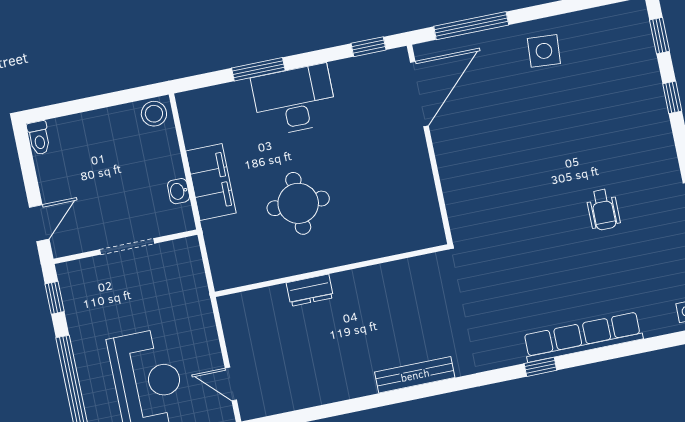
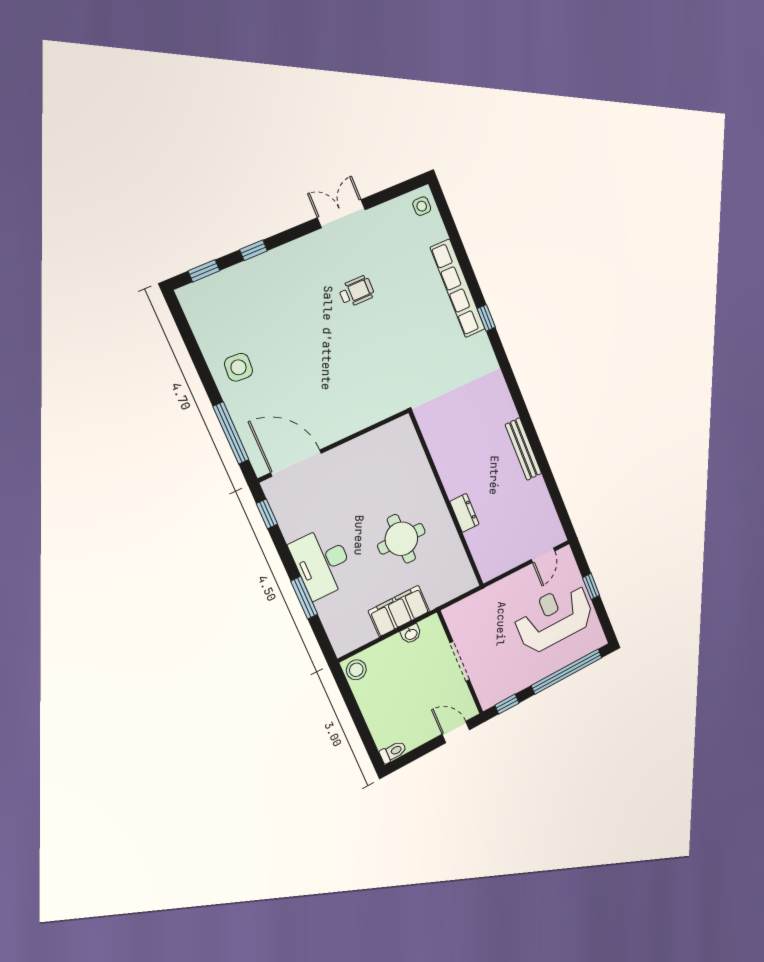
bench: (415, 375) -> (523, 449), moved

